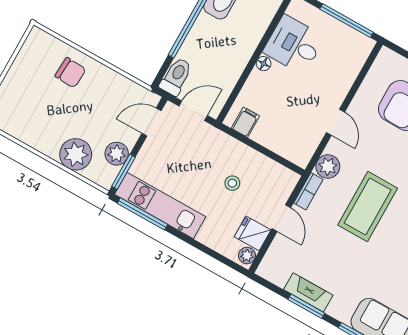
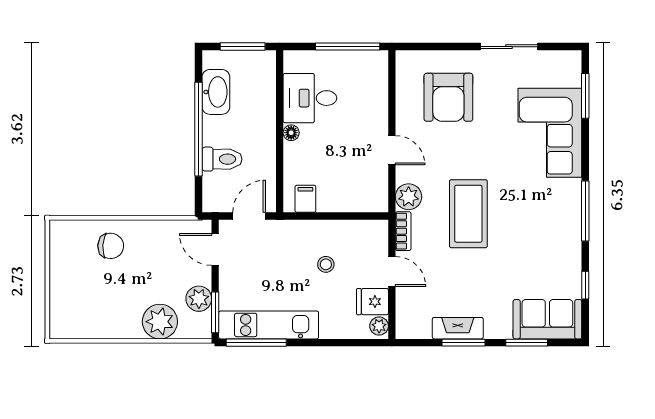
toilet: (176, 77) -> (222, 159), moved, turned 90
door: (151, 122) -> (215, 249), hinge flipped

